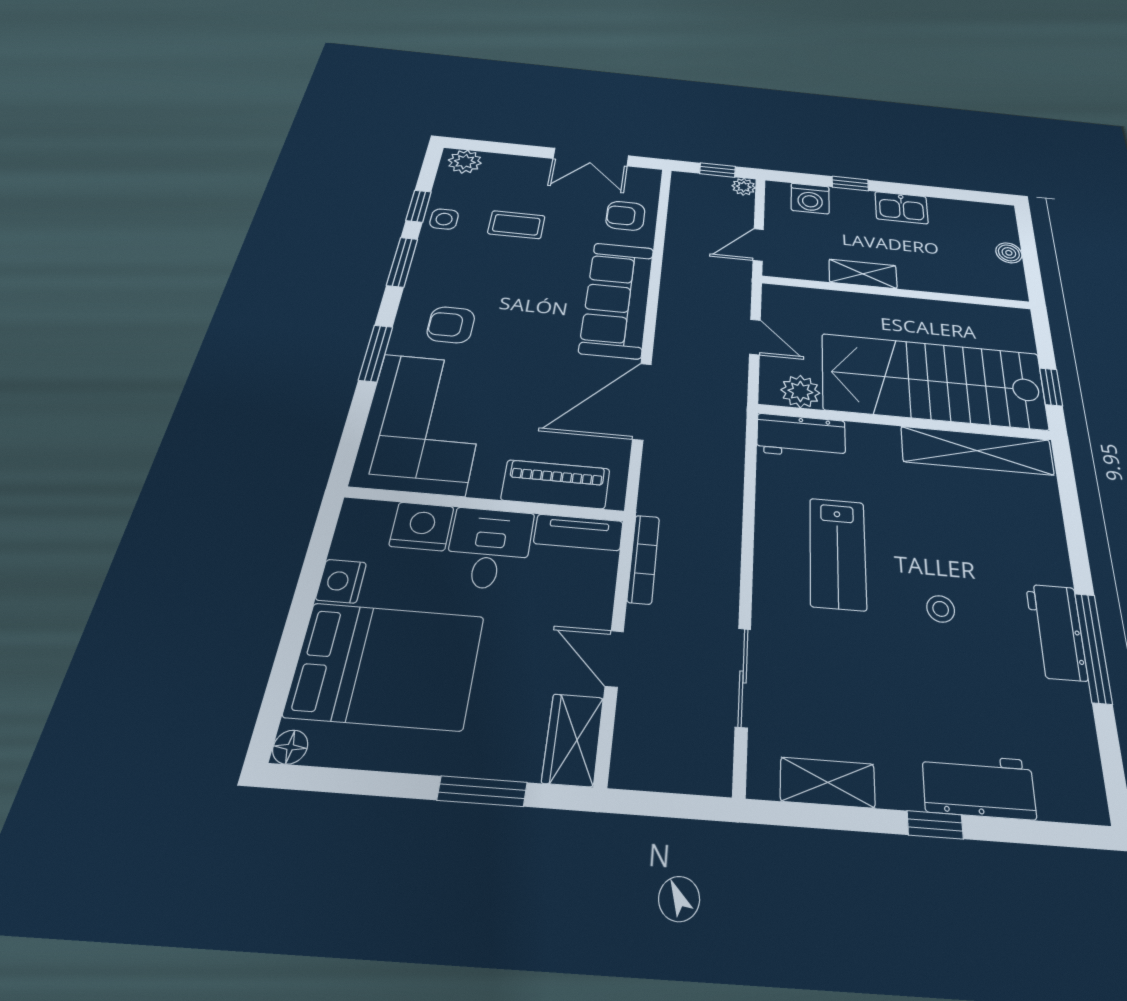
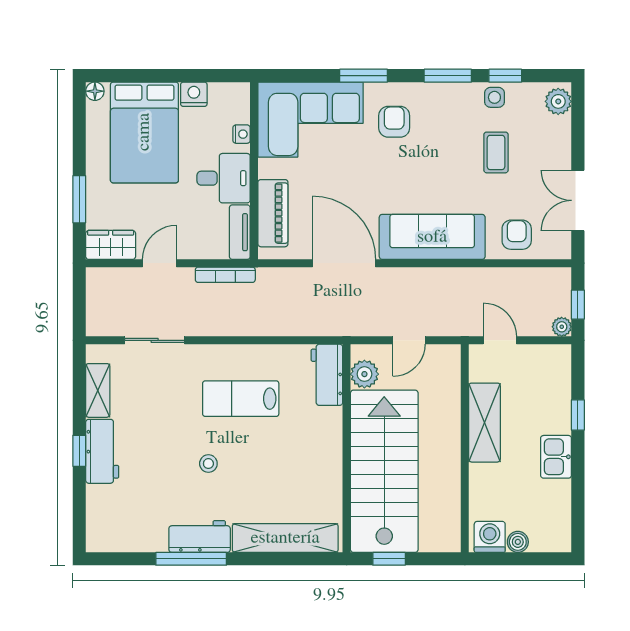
washing machine: (810, 199) -> (490, 537), moved, turned 90
shelving: (863, 274) -> (484, 423), width x1.50, depth x1.33
shelving: (977, 451) -> (285, 538), moved, turned 90
nightstand: (422, 526) -> (242, 134), width x0.53, depth x0.56
workbench: (979, 786) -> (102, 451), moved

